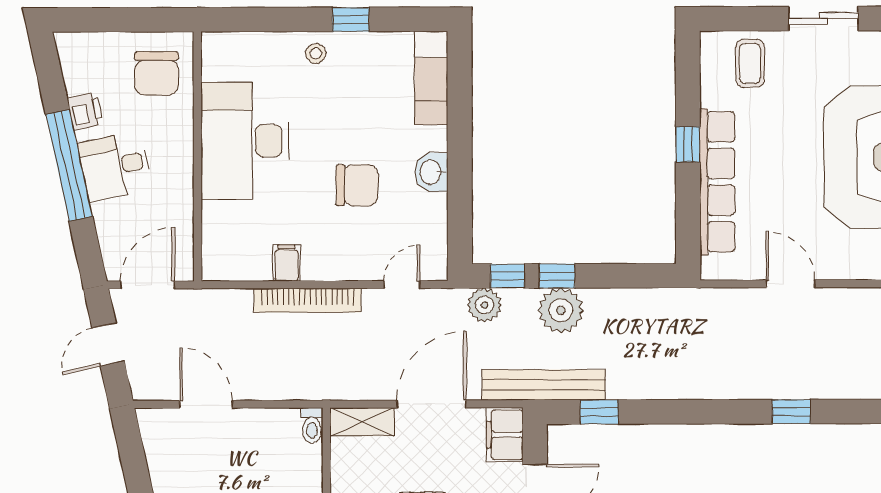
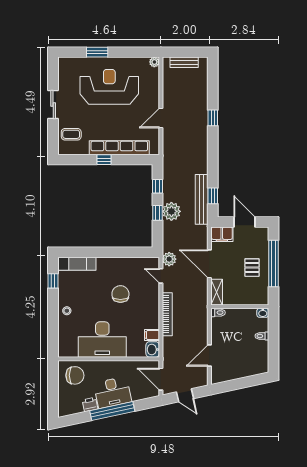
window: (351, 19) -> (53, 281), moved
desk: (115, 166) -> (113, 392), width x1.37
washbasin: (431, 172) -> (153, 349), moved, turned 90
filing cabinet: (286, 263) -> (152, 335), moved
window: (507, 276) -> (157, 186), moved
plant: (485, 305) -> (169, 259), moved
bench: (544, 385) -> (202, 199), moved

